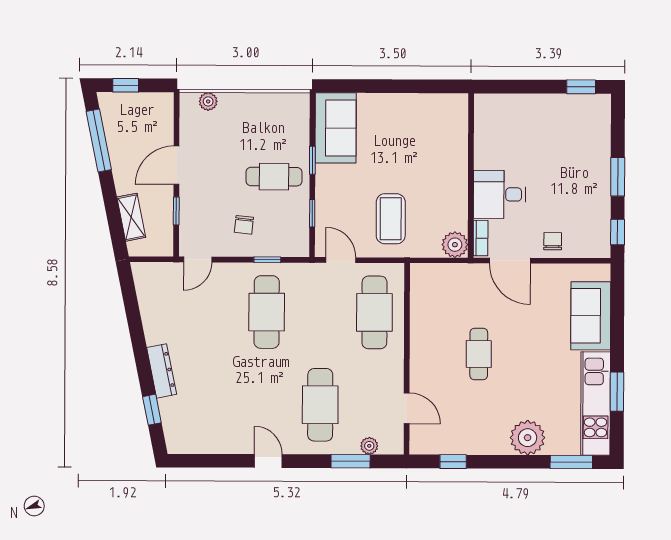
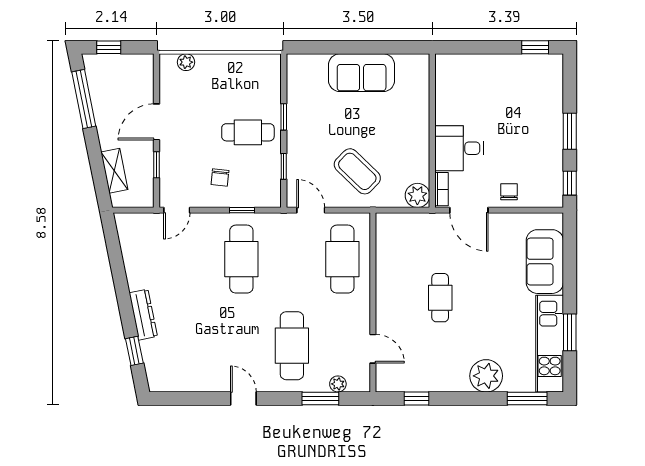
sofa: (336, 128) -> (362, 73), moved, turned 90
coffee table: (391, 219) -> (357, 171), turned -46

